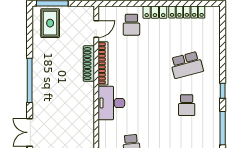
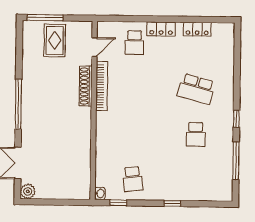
locker: (187, 12) -> (197, 29), width x0.66
rug: (50, 23) -> (55, 40), moved
school desk: (187, 65) -> (196, 89), turned 30
desk: (111, 103) -> (110, 131), removed

